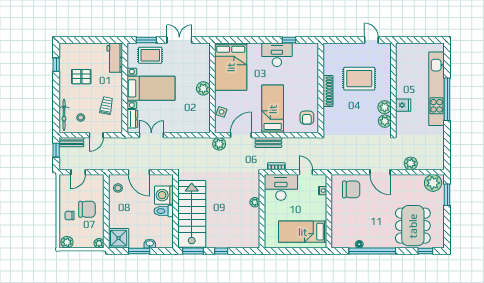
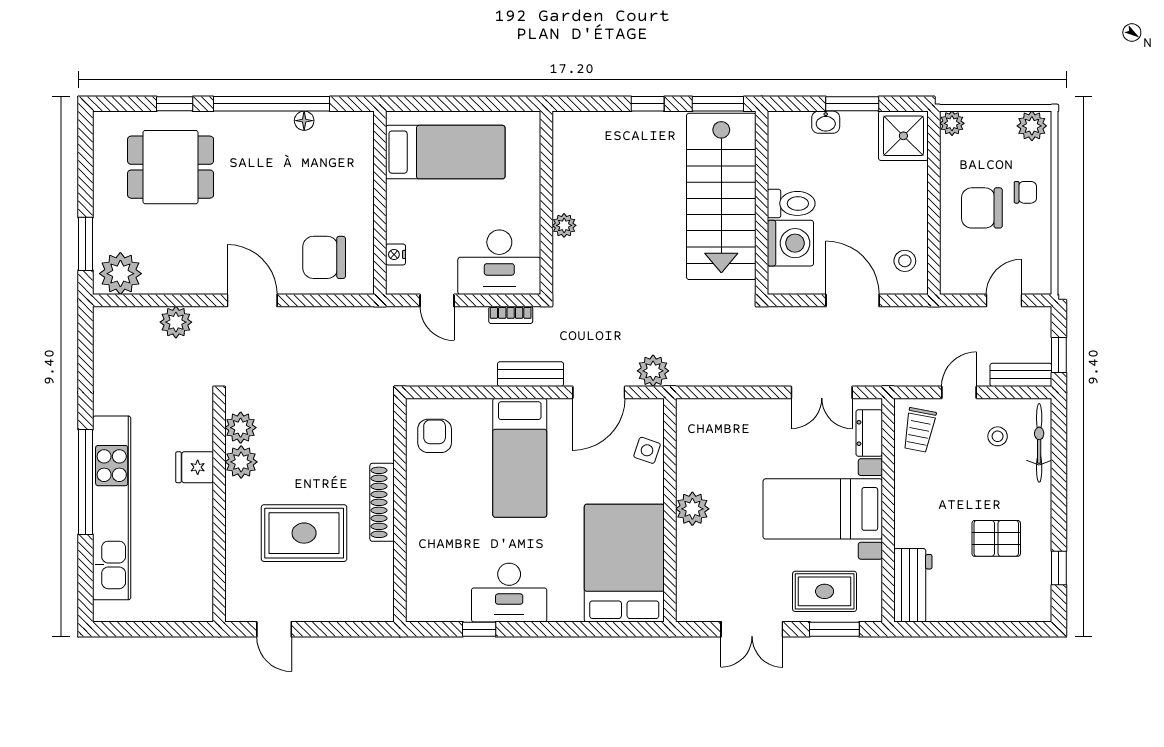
trolley: (106, 106) -> (919, 430), moved
dining table: (413, 226) -> (171, 167), width x0.73
window: (425, 251) -> (175, 104), moved

